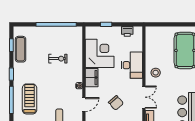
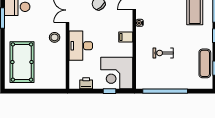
corner desk: (100, 53) -> (117, 73), moved
filing cabinet: (92, 78) -> (126, 37), width x0.50

